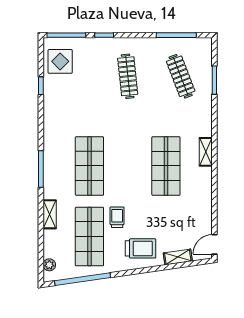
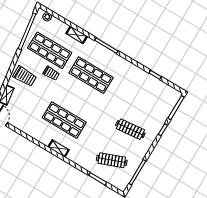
display table: (60, 61) -> (163, 95), removed
trolley: (141, 248) -> (25, 76), turned -90

